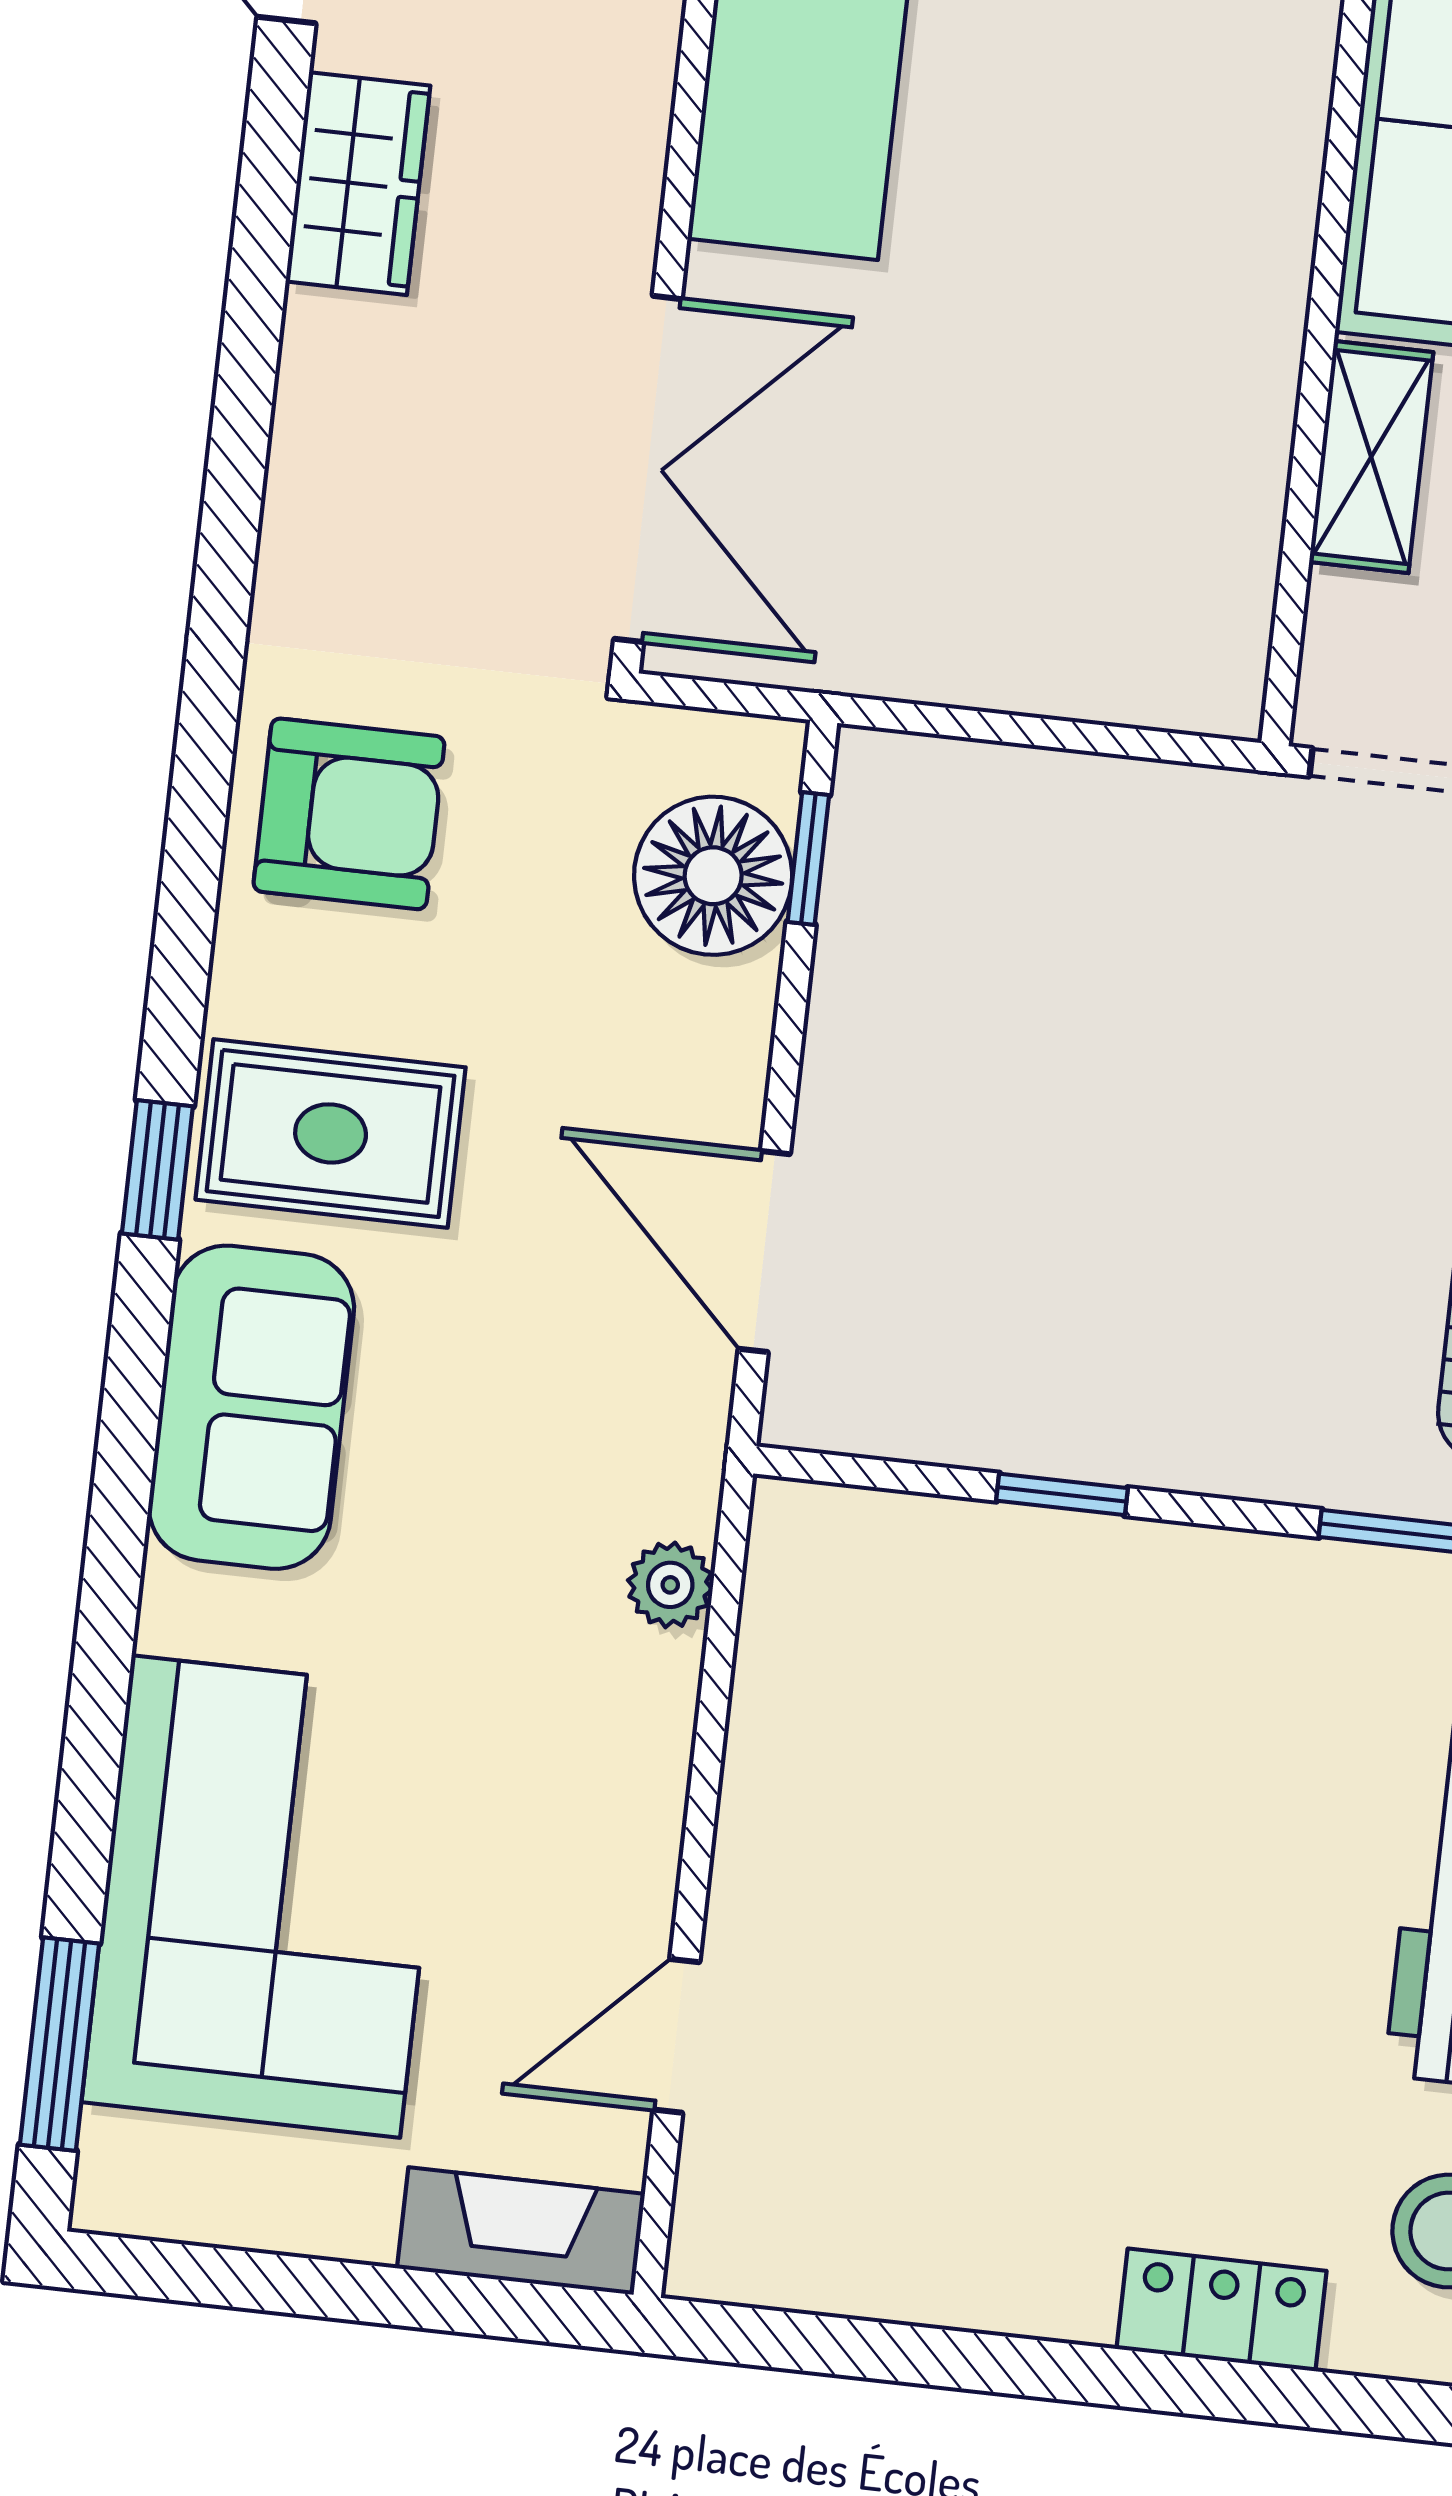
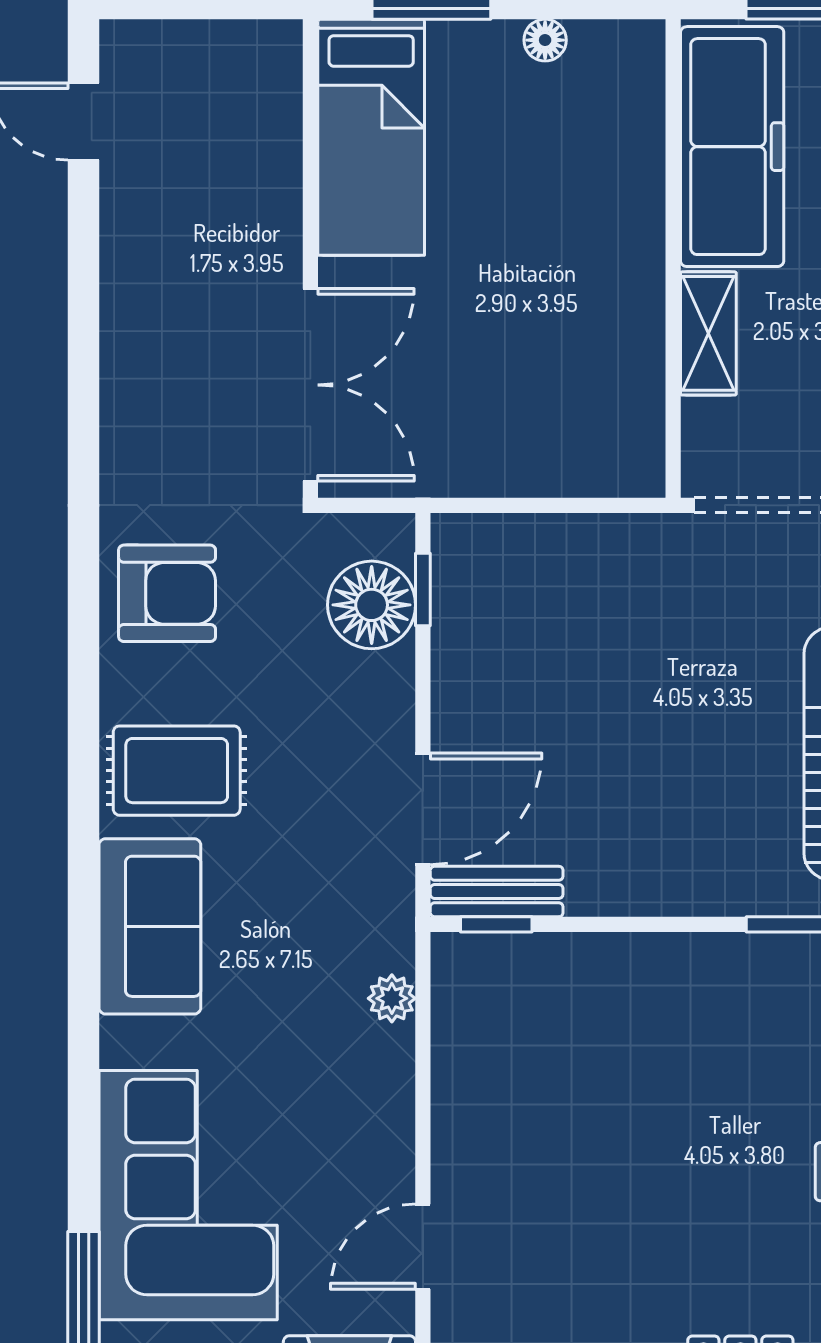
wardrobe: (358, 184) -> (133, 245), removed
window: (157, 1170) -> (84, 801), removed
door: (764, 1252) -> (423, 809), swing flipped
bench: (880, 1414) -> (497, 892), added
window: (1062, 1494) -> (496, 924), moved

